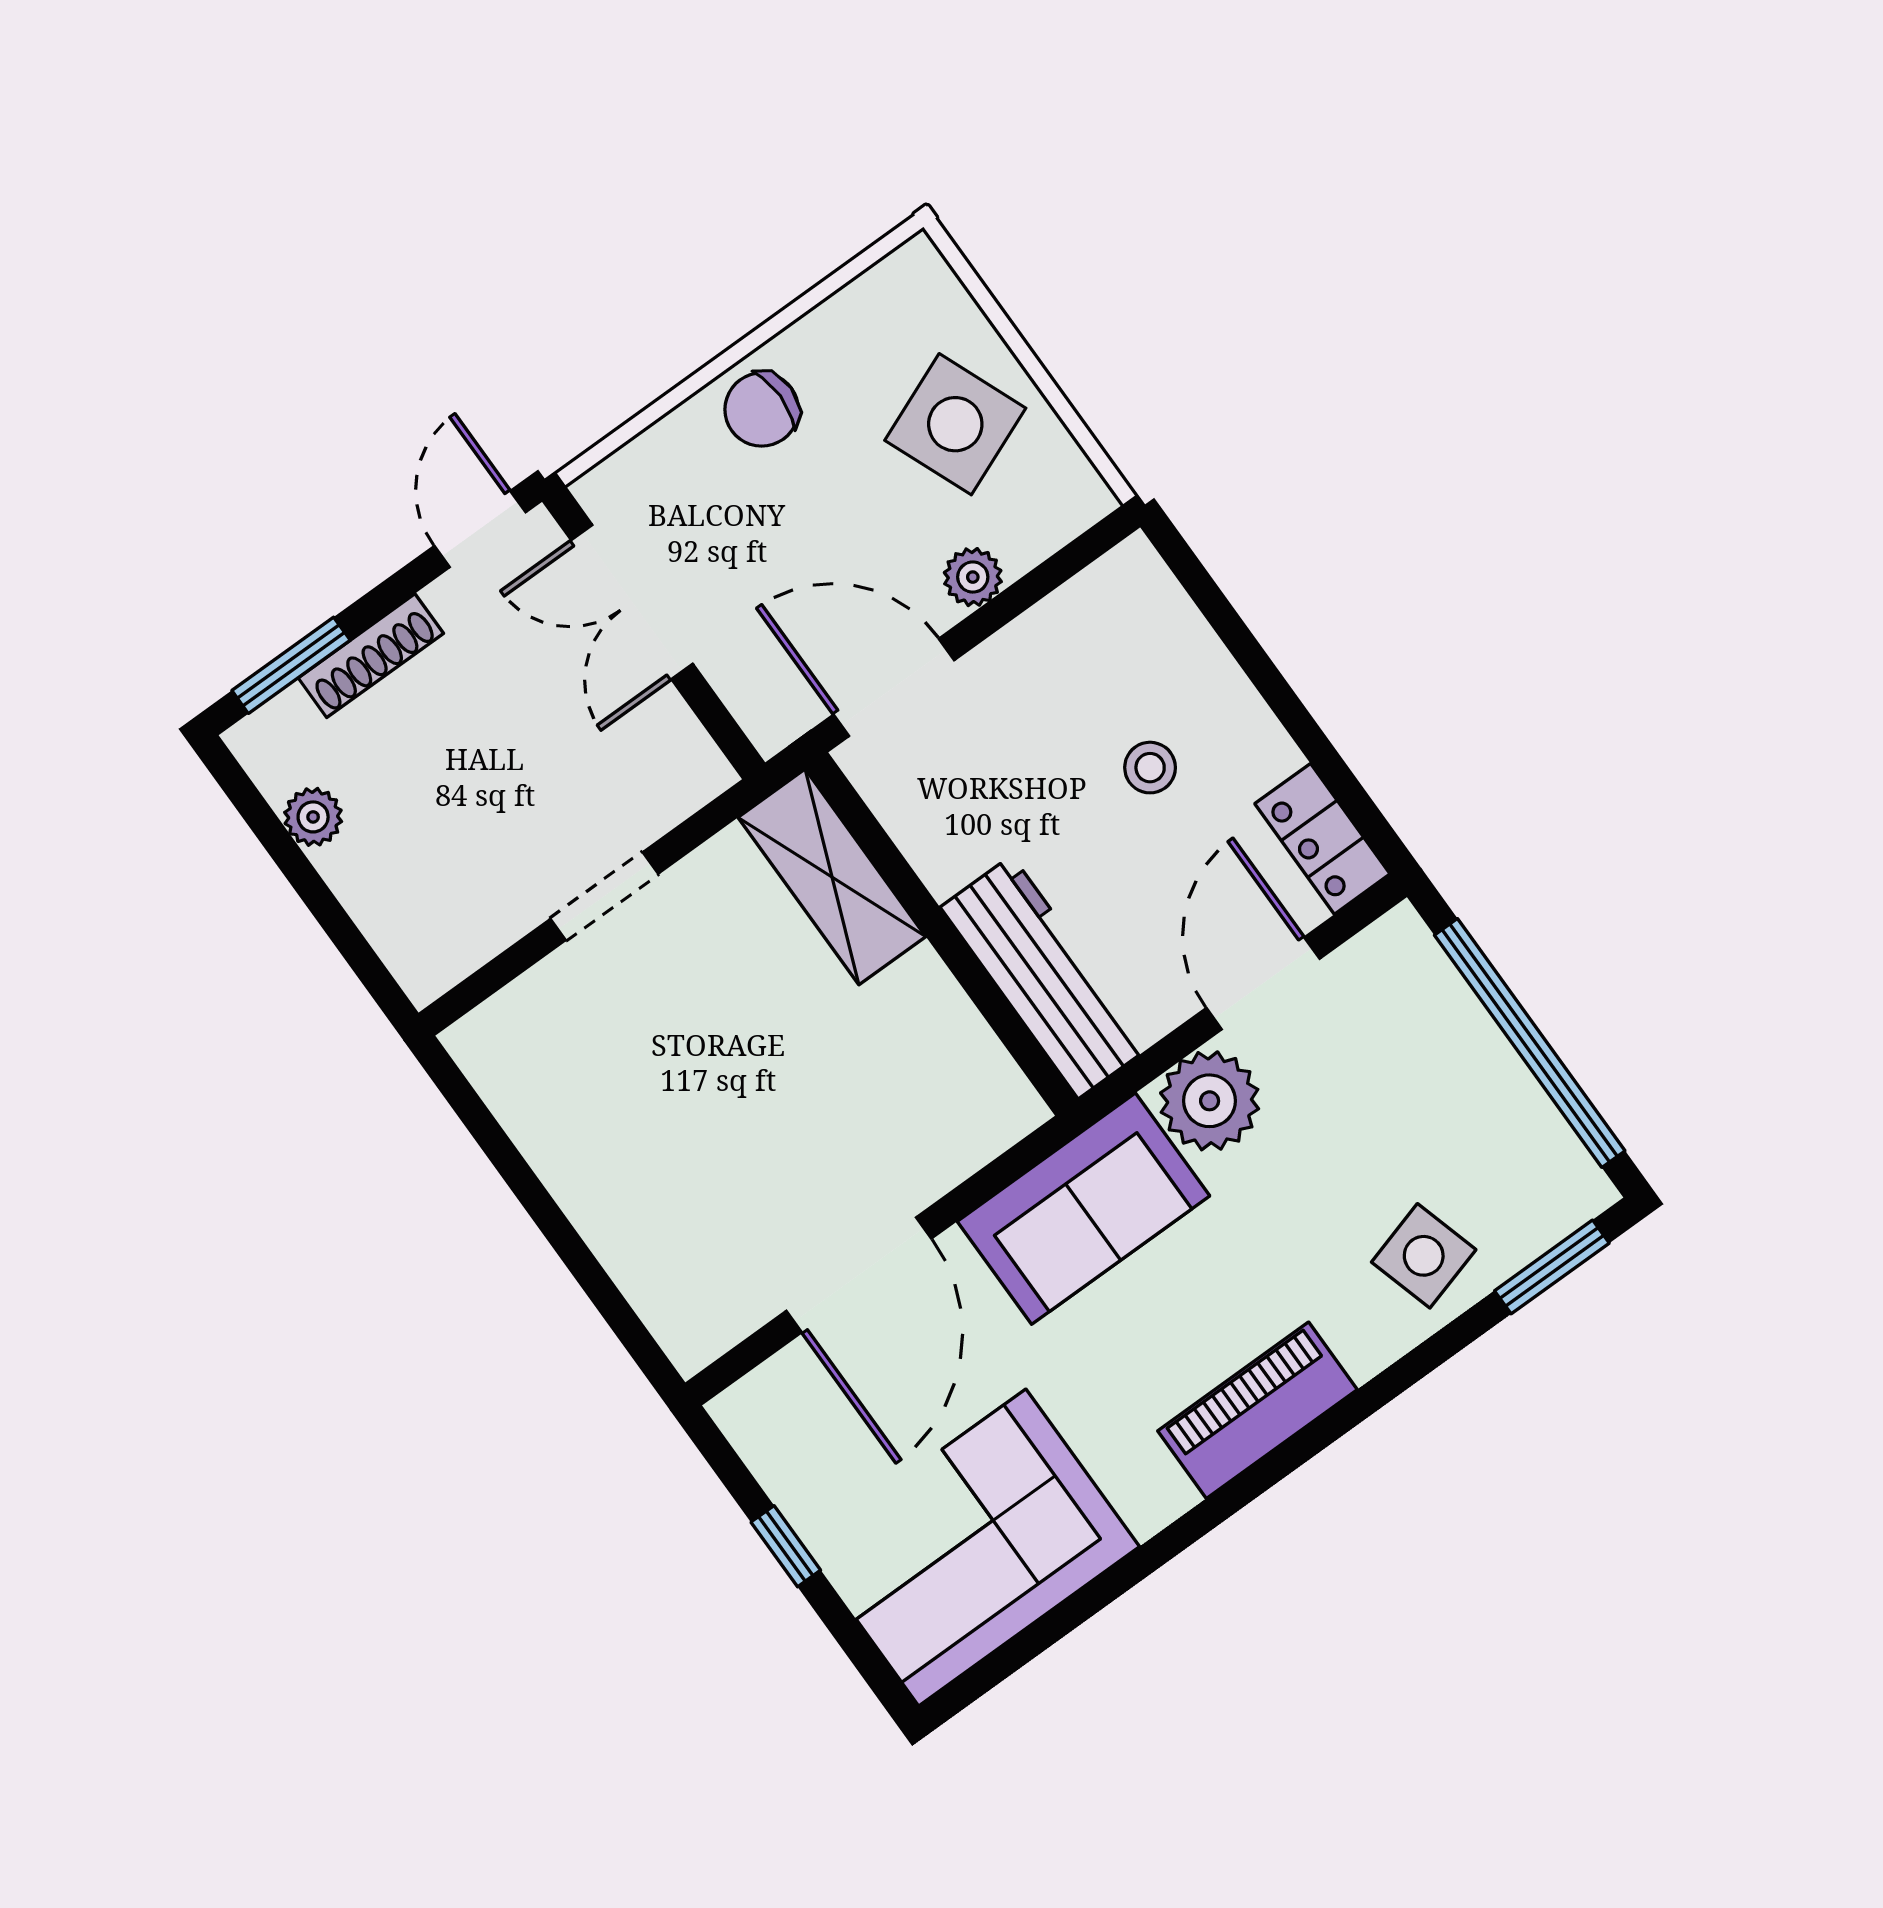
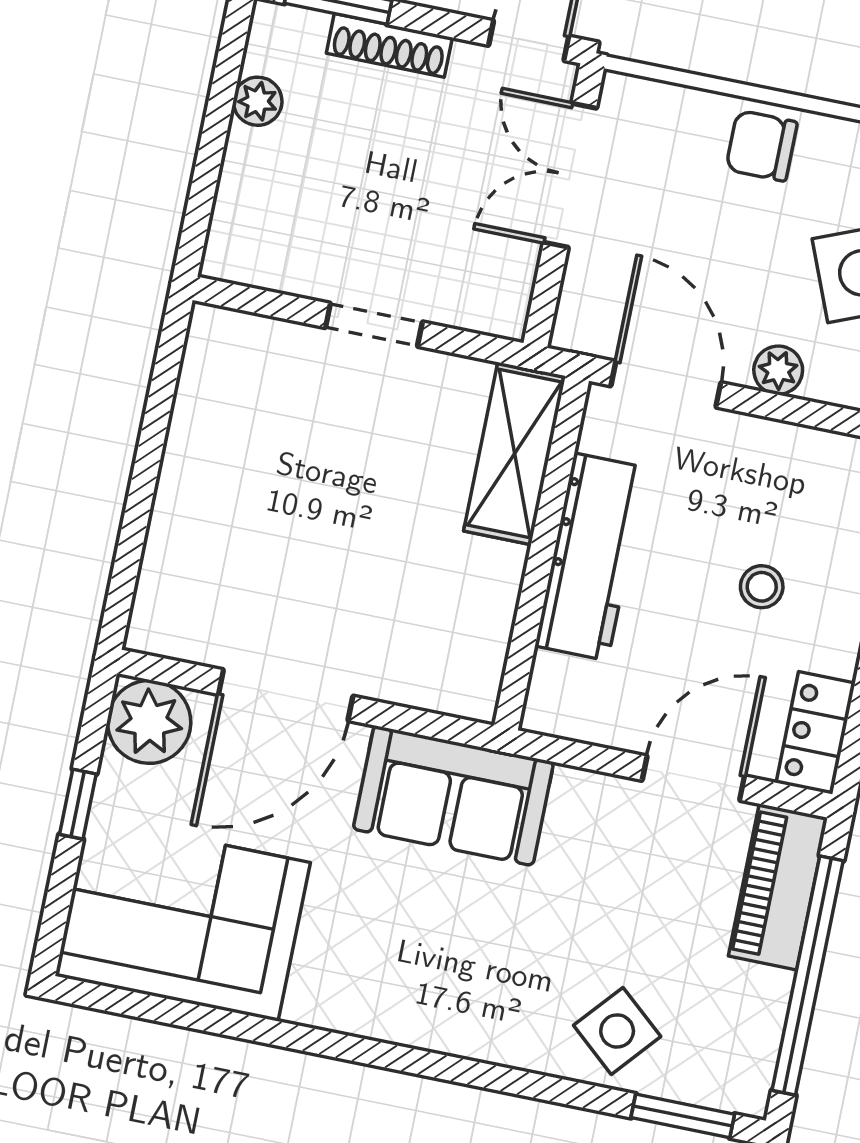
workbench: (1045, 977) -> (591, 557), moved
plant: (1210, 1101) -> (149, 722), moved
side table: (1424, 1256) -> (617, 1031), turned -33
piano: (1257, 1410) -> (778, 887), moved, turned -90

